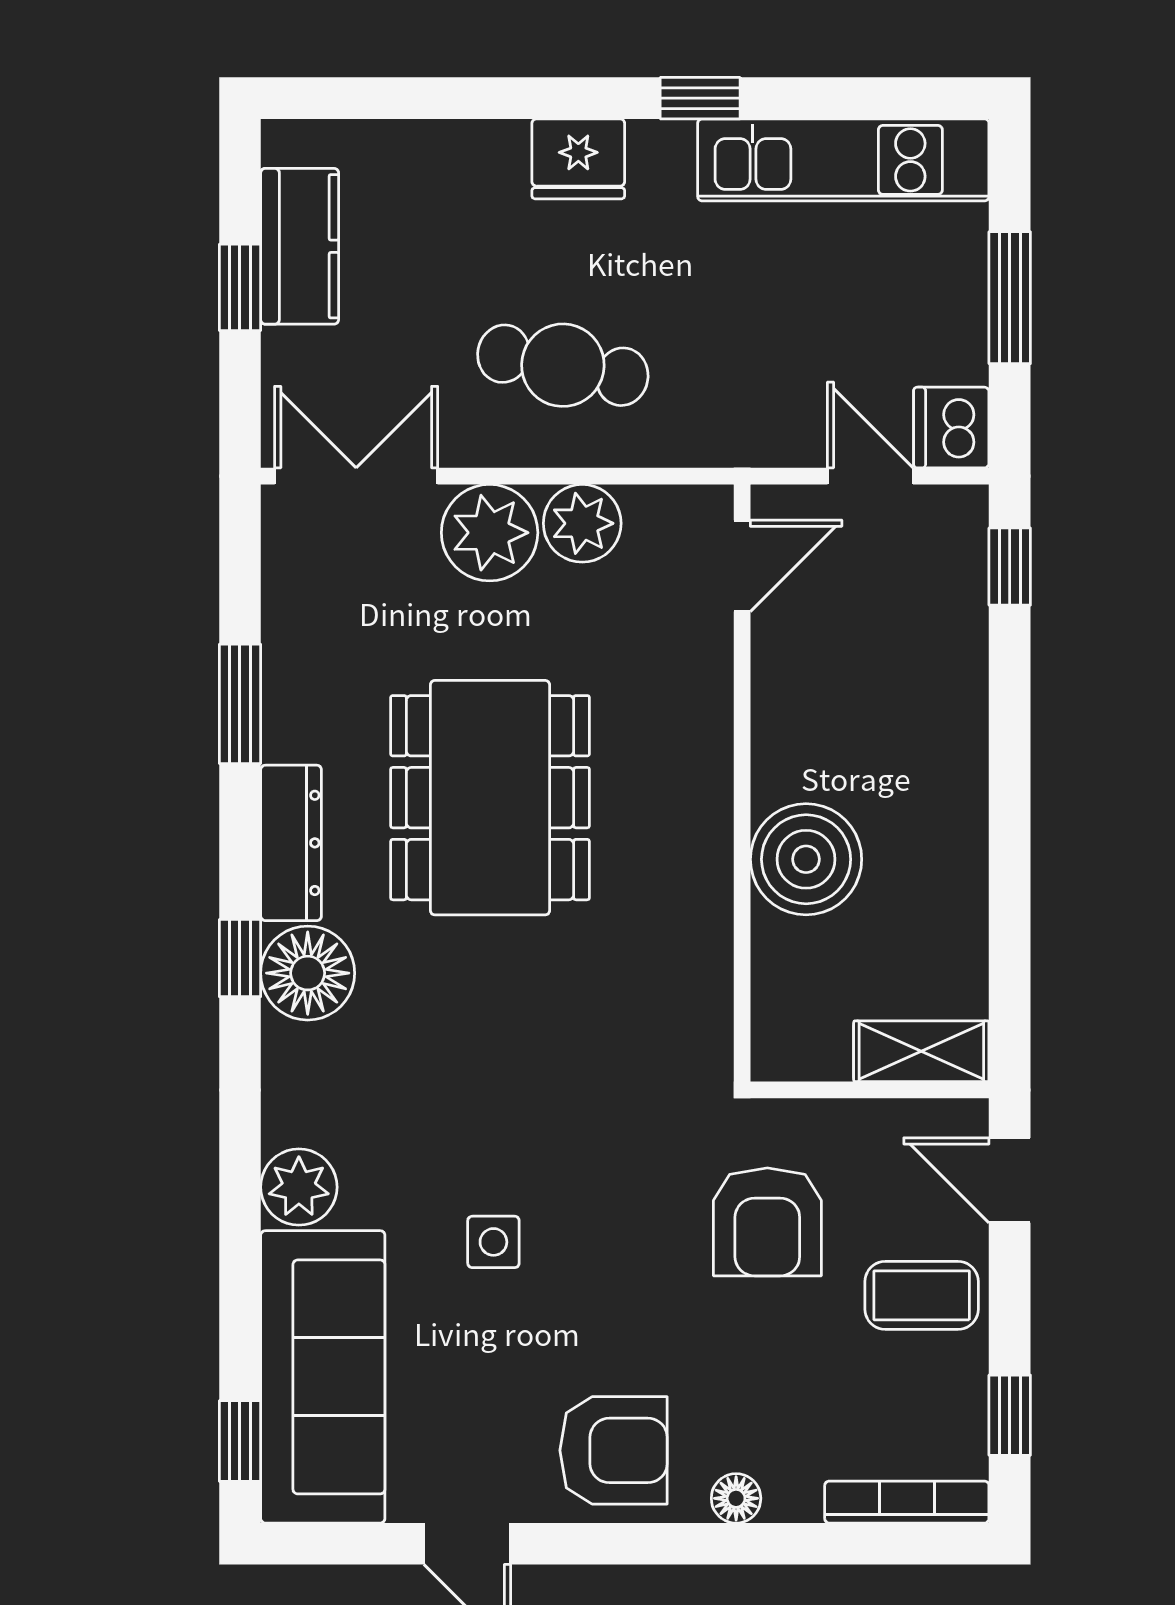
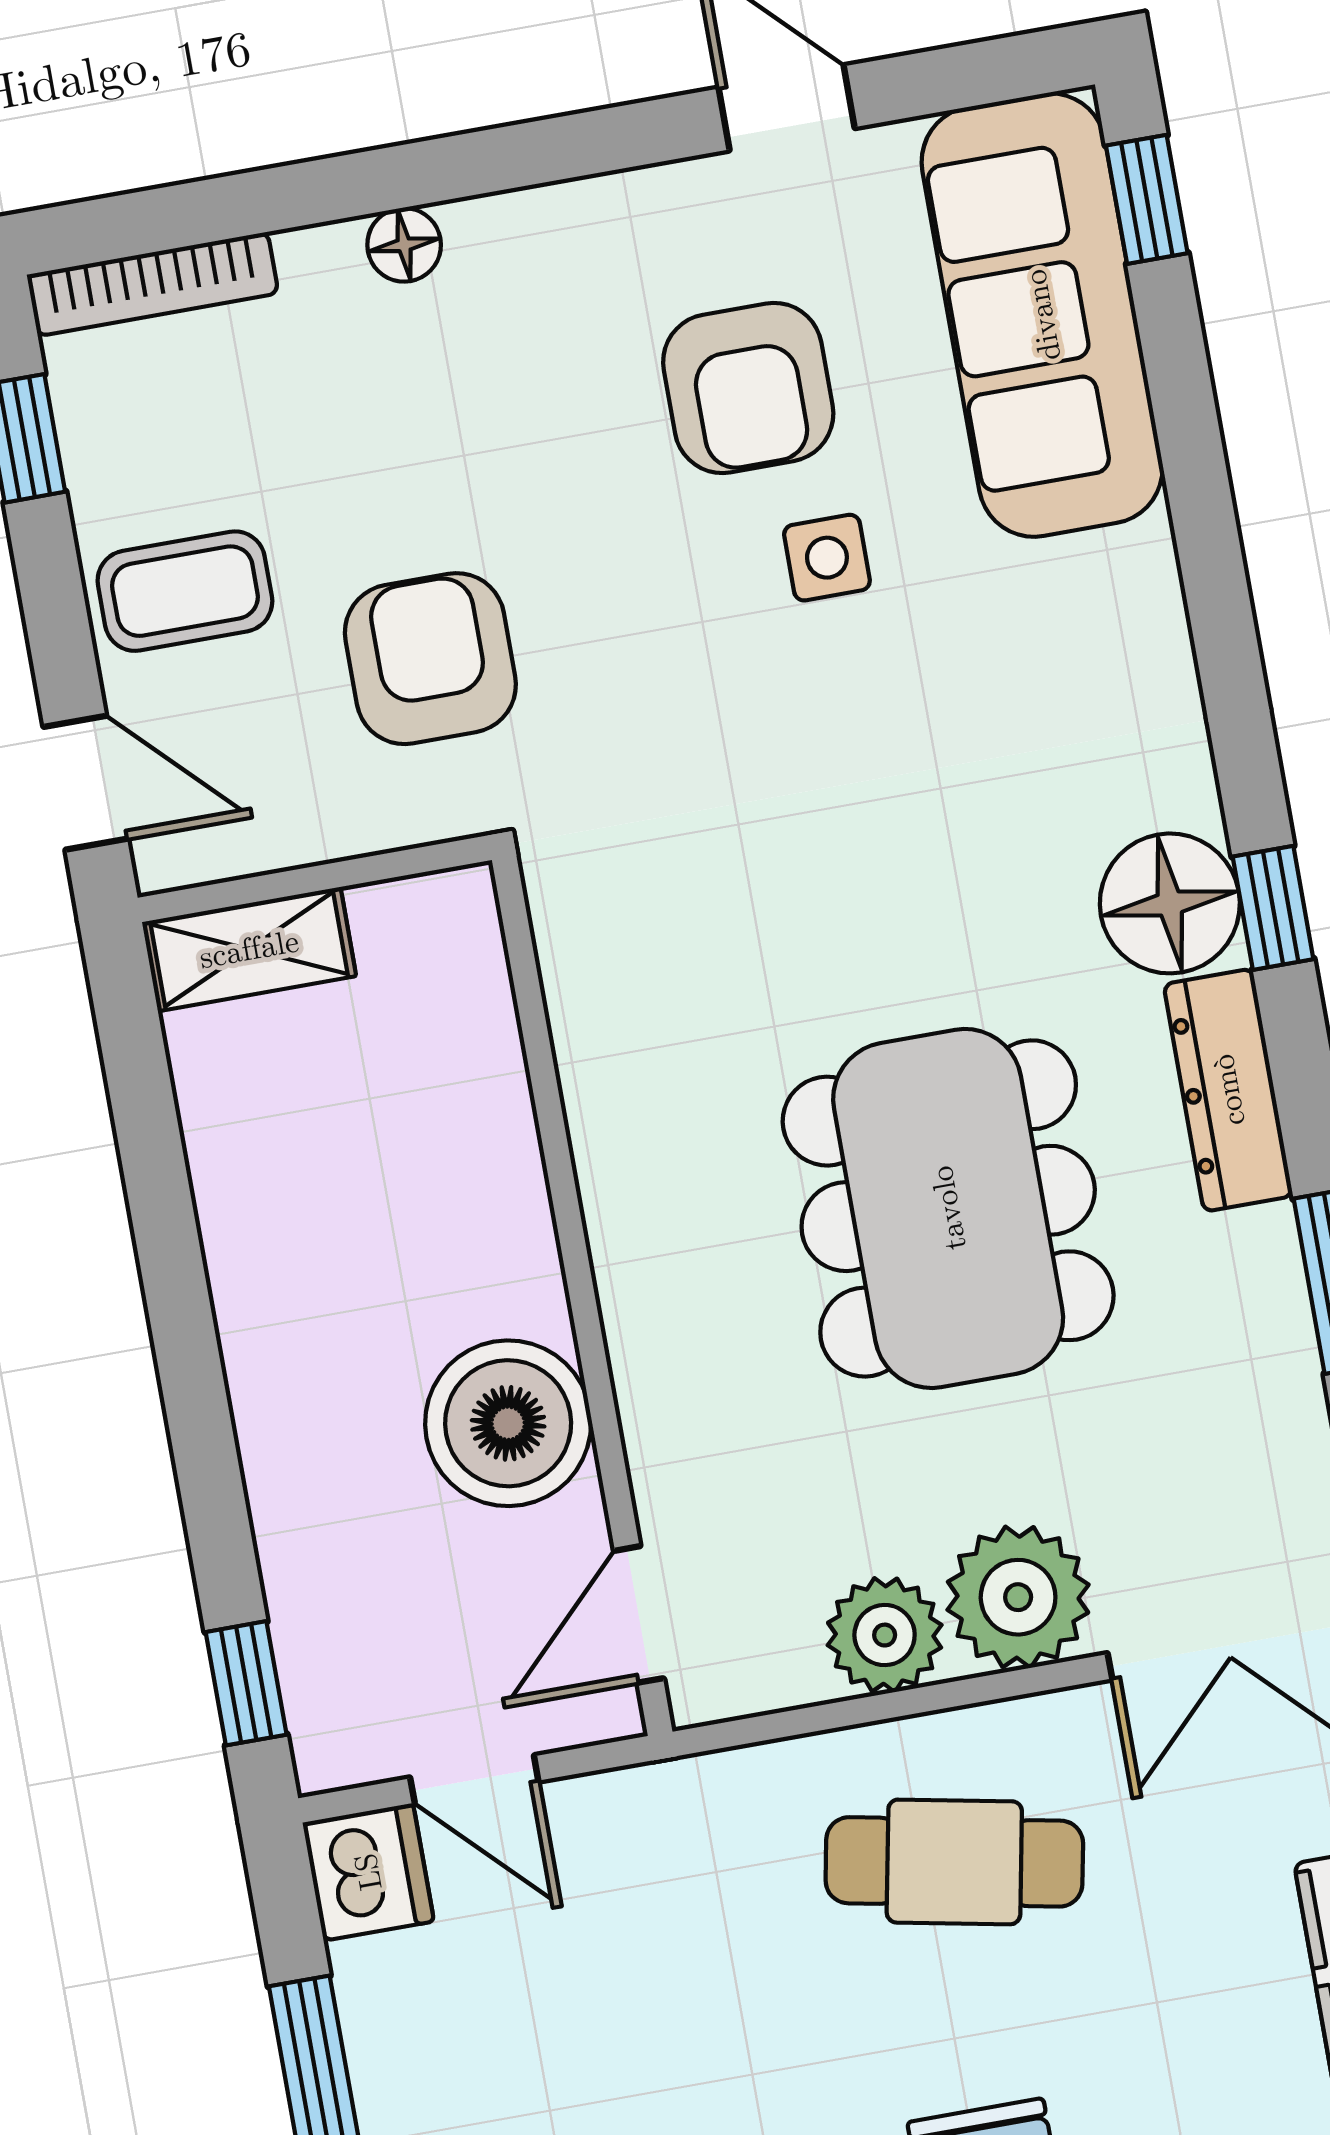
boiler: (806, 859) -> (508, 1423), moved
plant: (299, 1187) -> (1127, 587), removed
armchair: (614, 1450) -> (748, 388), moved, turned -90

